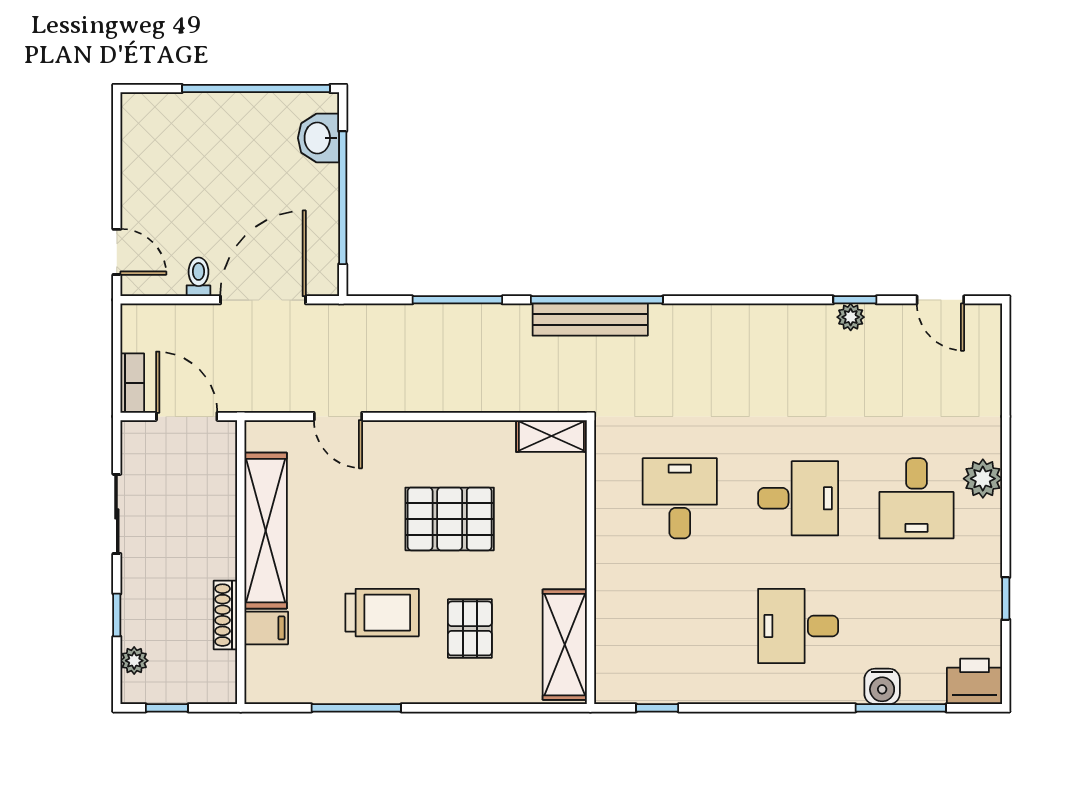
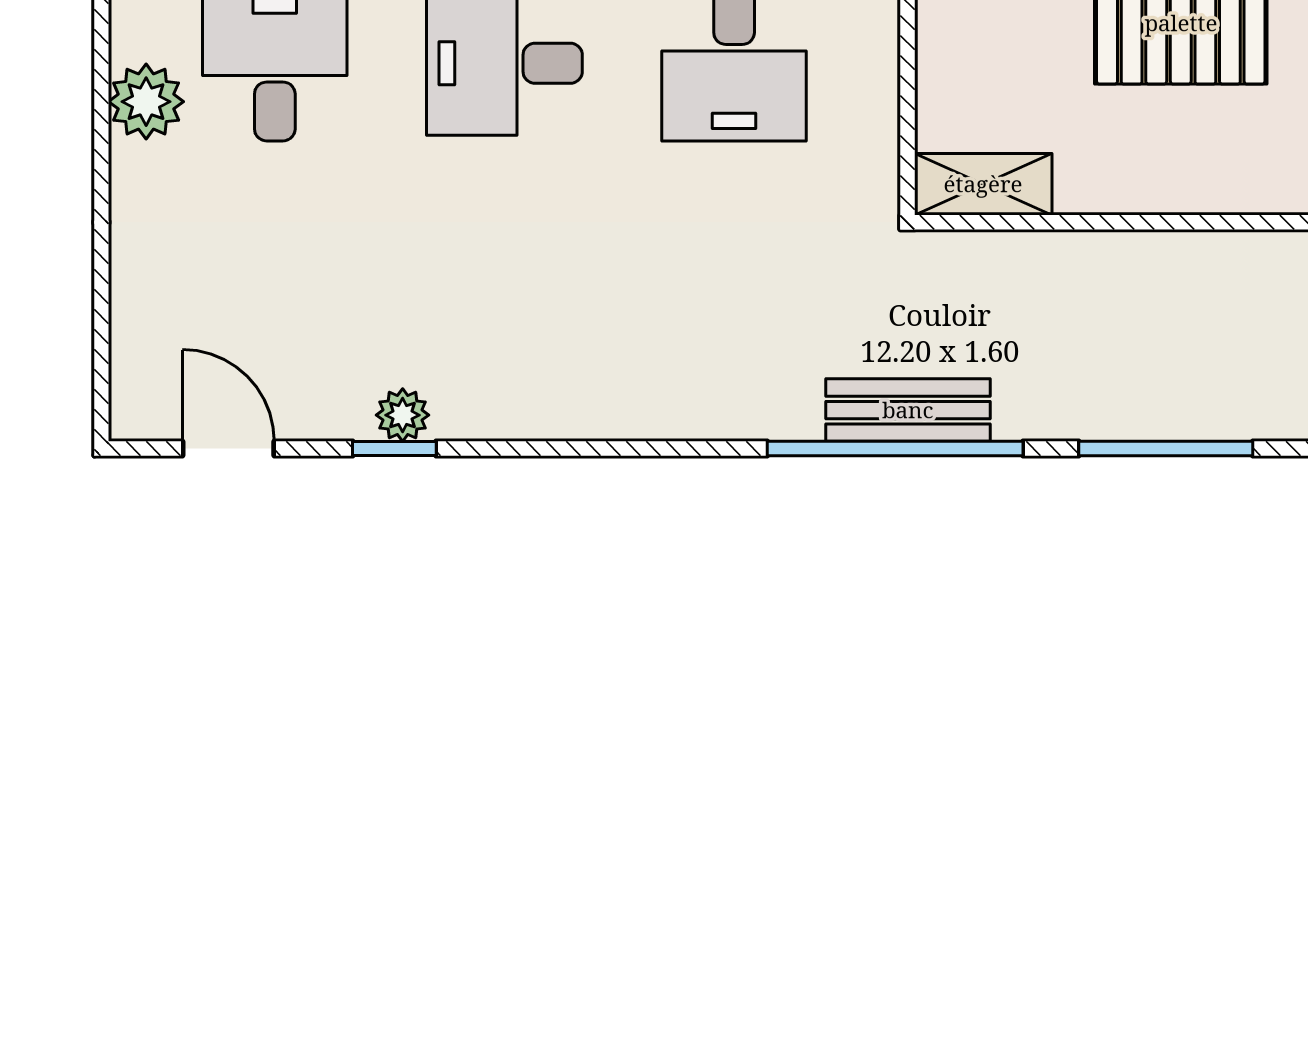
bench: (590, 320) -> (908, 410), width x0.73

